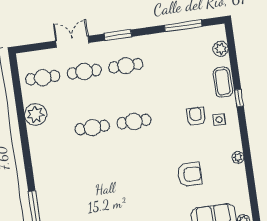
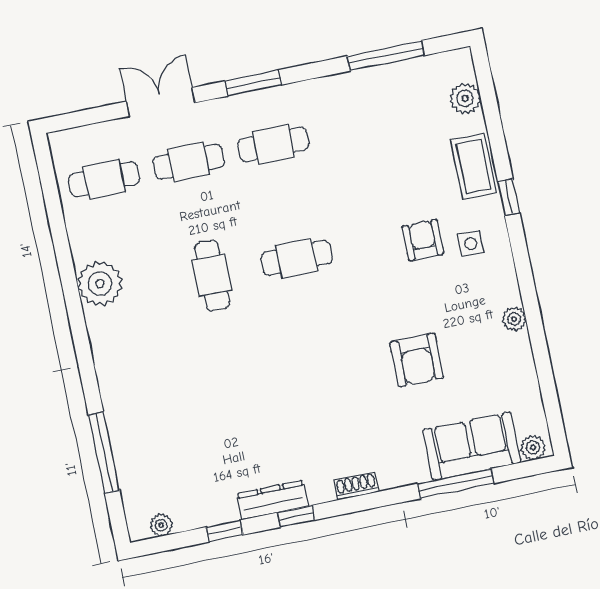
plant: (36, 115) -> (100, 284), moved
cafe table: (92, 128) -> (212, 275), turned 90
armchair: (189, 175) -> (417, 360), turned 90

